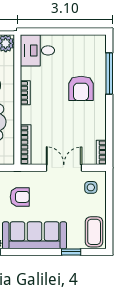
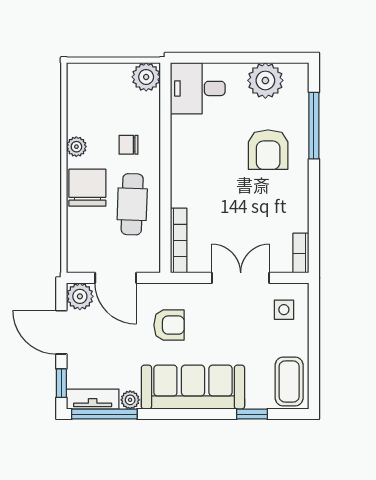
plant: (79, 46) -> (265, 80), added
bookcase: (25, 93) -> (178, 157), removed

